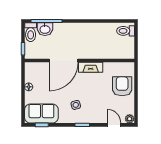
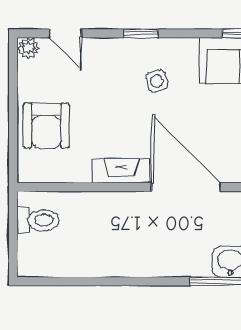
toilet: (126, 31) -> (38, 220), moved
door: (64, 60) -> (186, 187), hinge flipped

